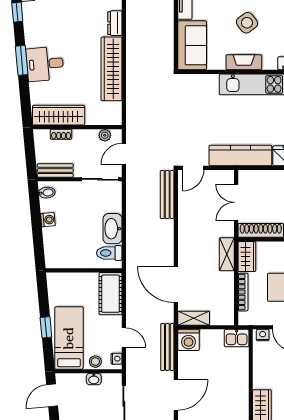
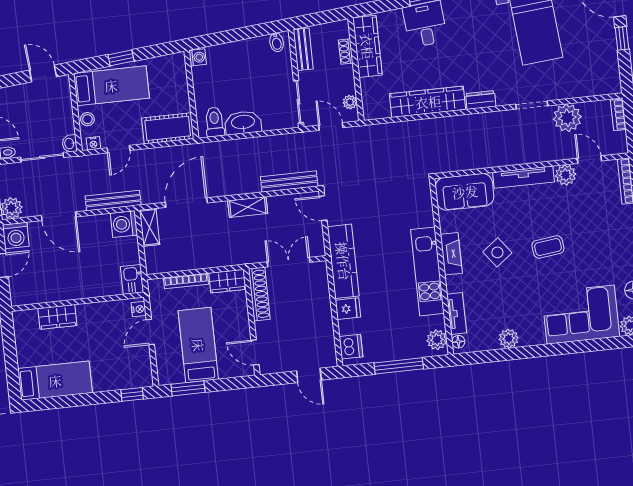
washing machine: (48, 220) -> (198, 57), moved, turned -85
shelving: (227, 254) -> (248, 207), moved
washbasin: (94, 379) -> (70, 144), moved

